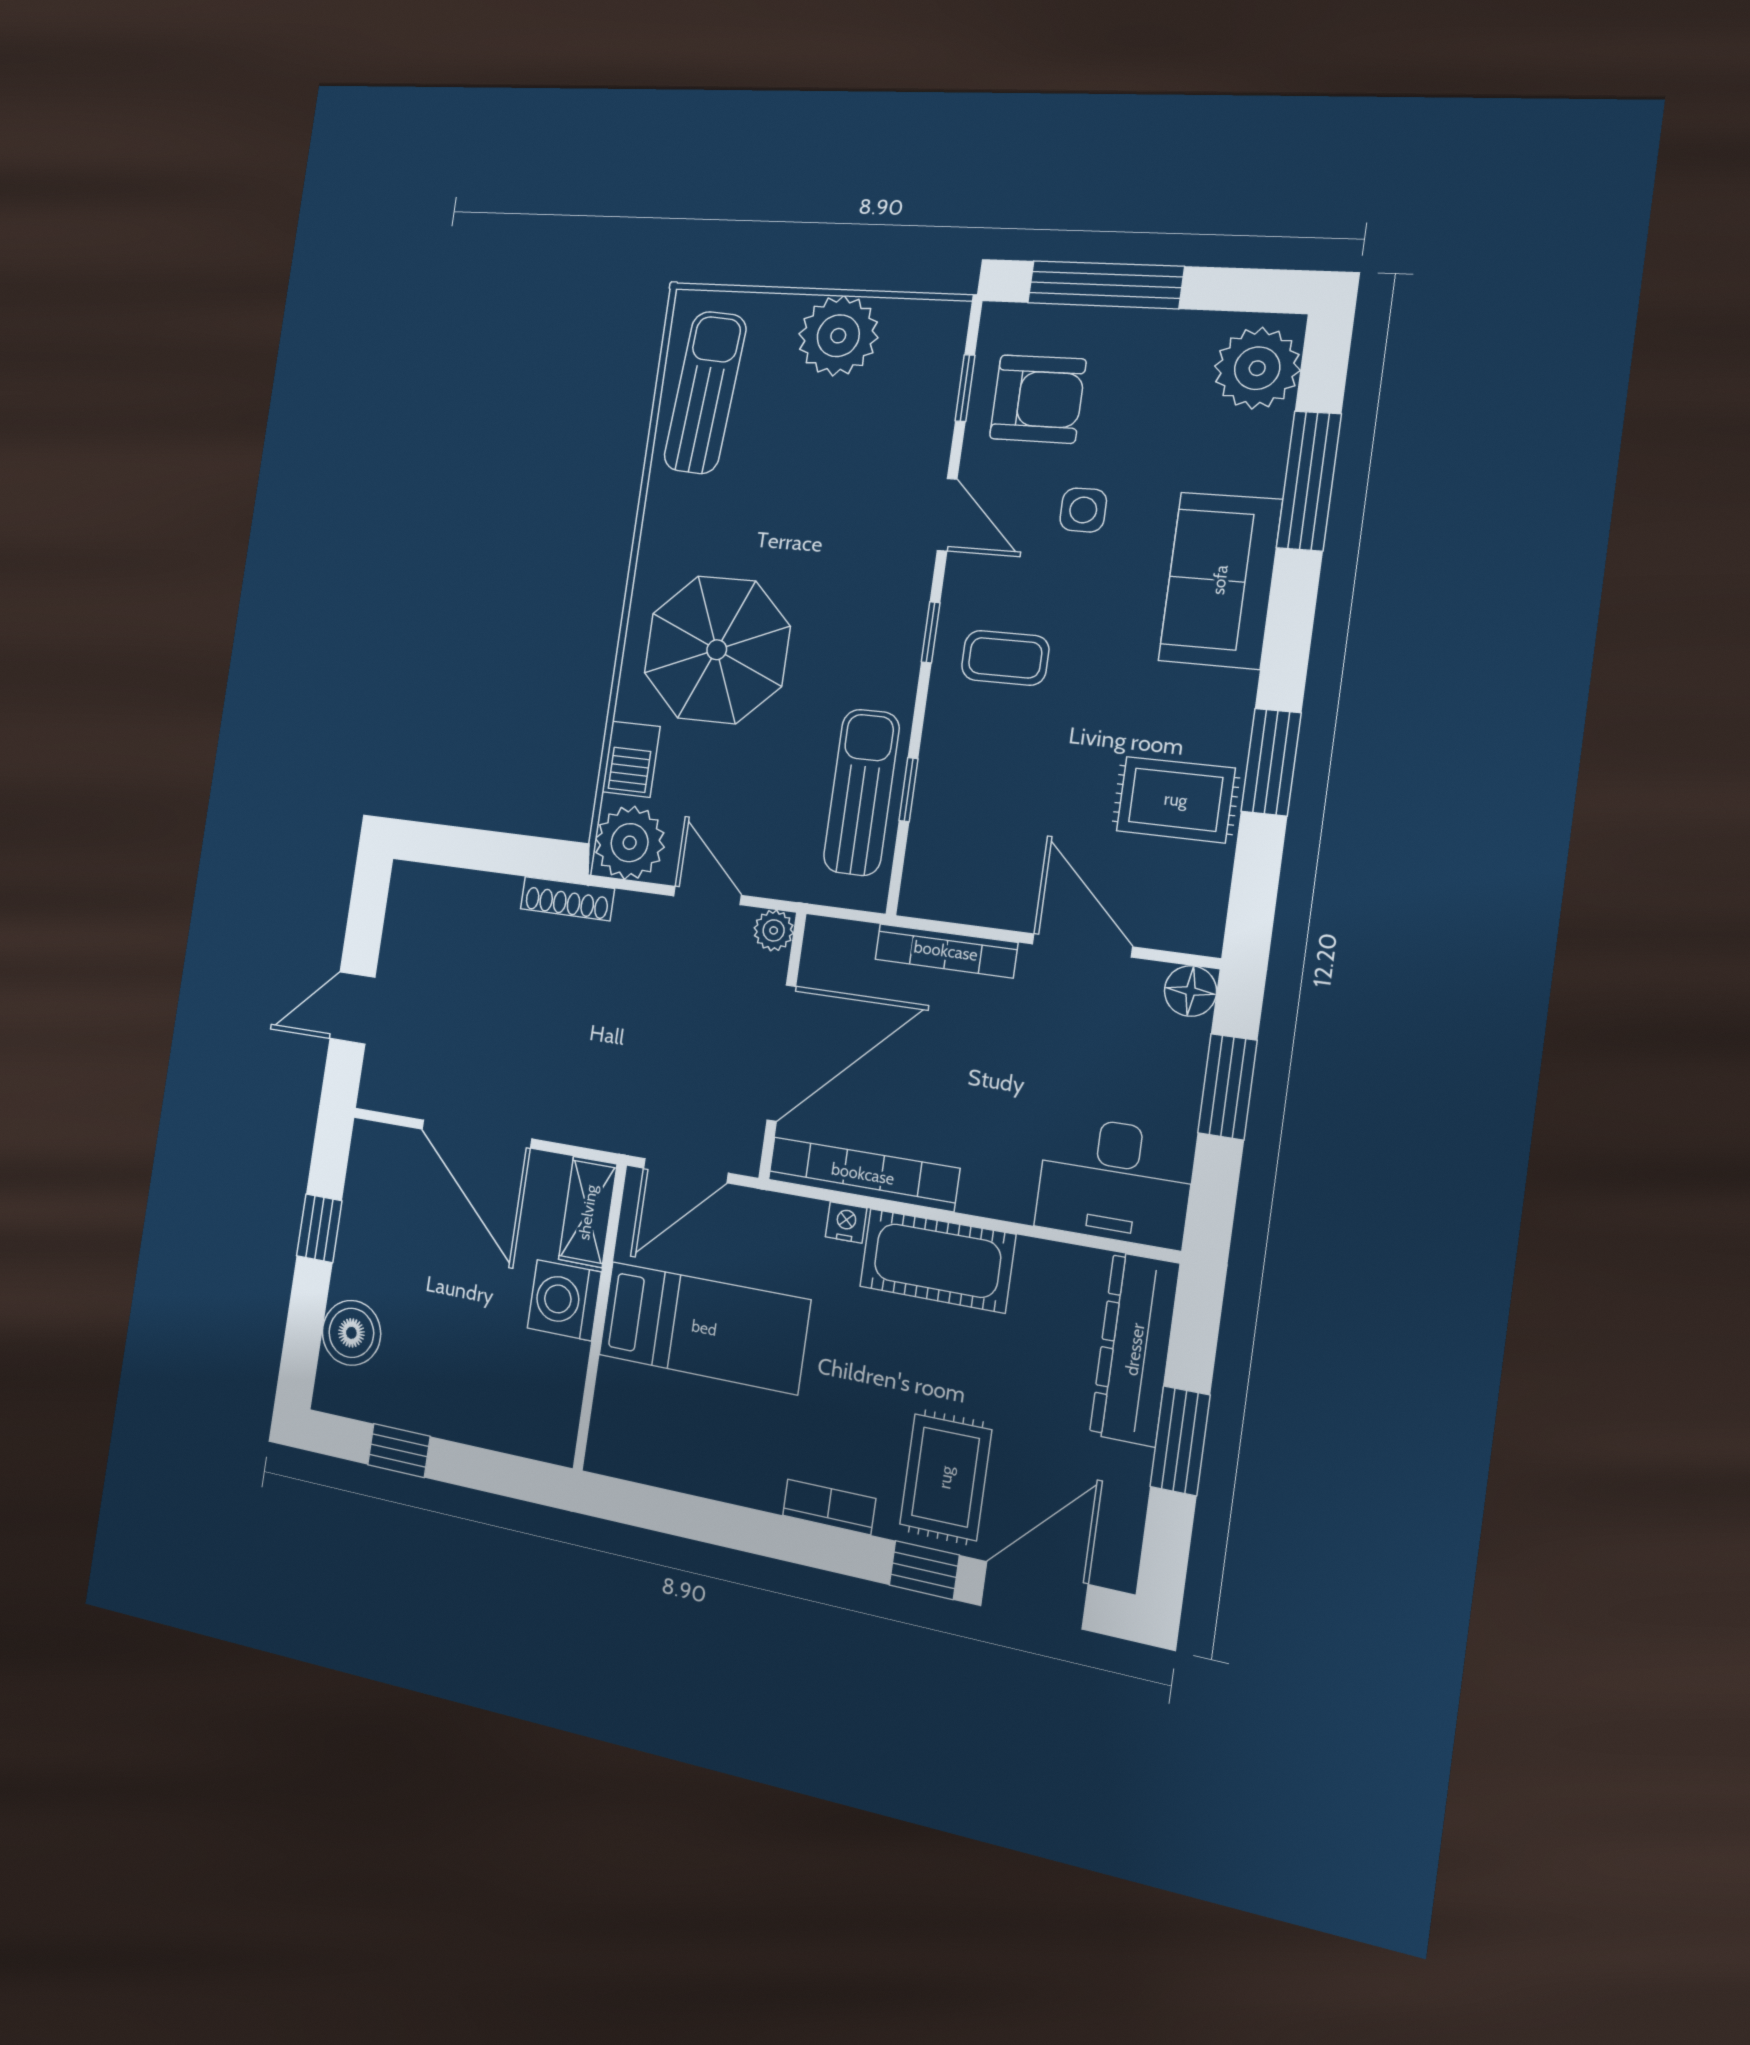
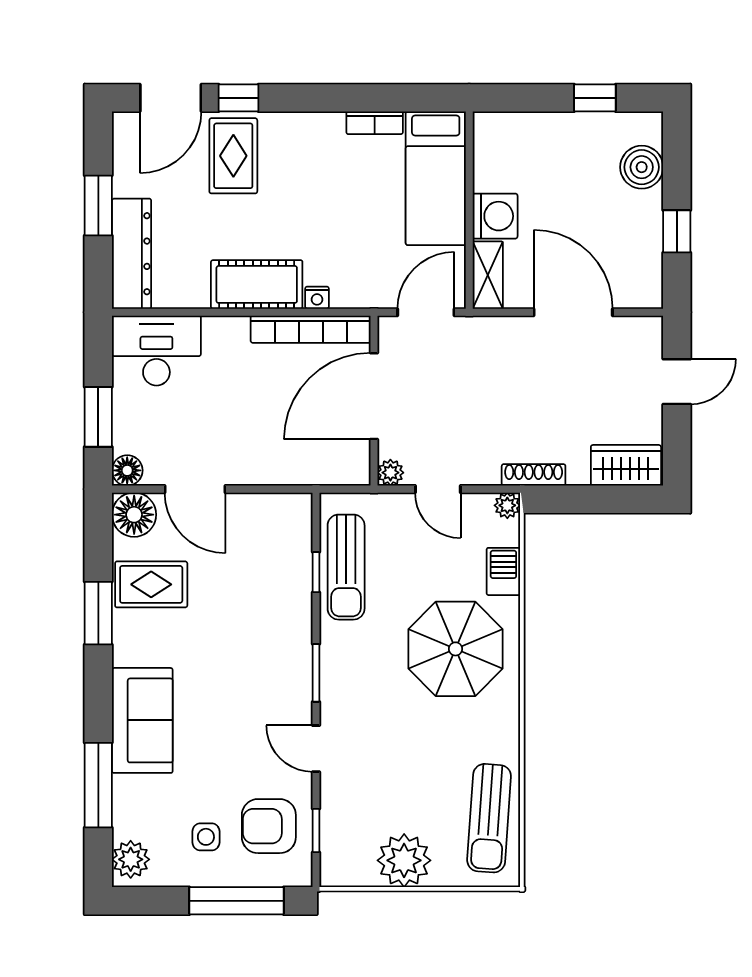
plant: (1257, 368) -> (131, 859), width x0.73, depth x0.73
side table: (1083, 510) -> (206, 837), moved
window: (931, 632) -> (316, 673), width x1.50
coffee table: (1005, 658) -> (267, 661), removed
plant: (630, 843) -> (507, 505), width x0.53, depth x0.53
wardrobe: (438, 895) -> (626, 465), added
floor lamp: (1189, 917) -> (134, 515), added
bookcase: (946, 951) -> (278, 474), removed
bed: (704, 1328) -> (436, 178), moved, turned -90
bookcase: (829, 1507) -> (375, 123), moved

